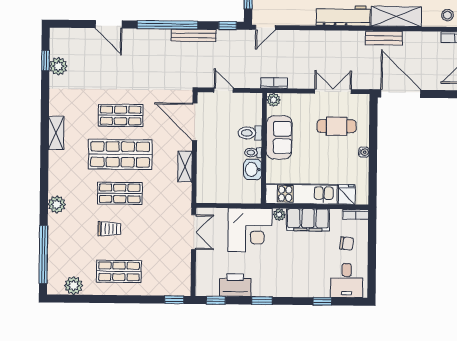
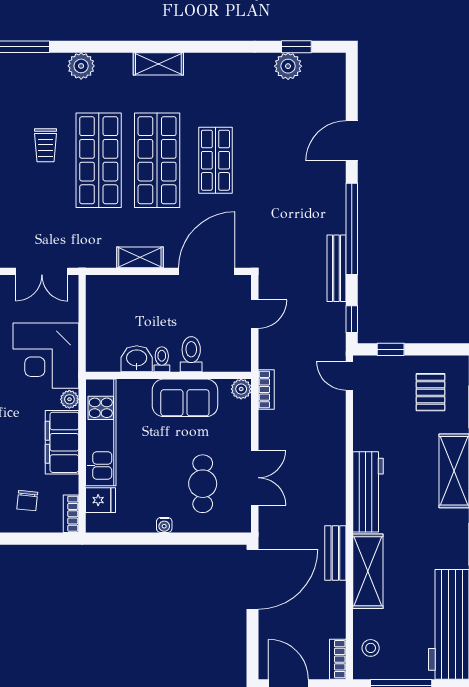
shelving: (56, 133) -> (158, 64), moved
shop shelf: (120, 193) -> (99, 160), width x1.43, depth x1.36

